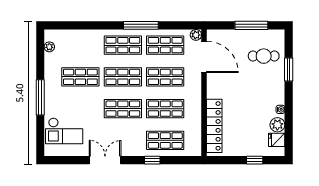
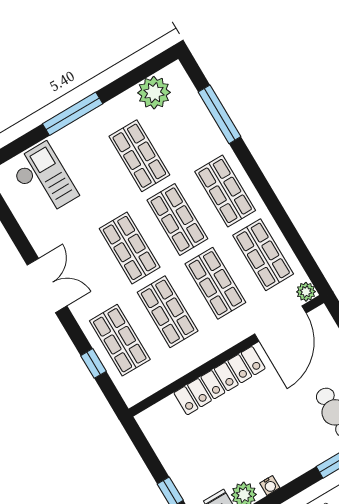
window: (141, 25) -> (219, 114), moved
plant: (49, 47) -> (154, 93), width x1.87, depth x1.87
locker: (214, 126) -> (220, 381), moved
checkout: (64, 131) -> (44, 179), turned 180
double door: (105, 160) -> (47, 285), moved
window: (152, 160) -> (94, 363), moved

